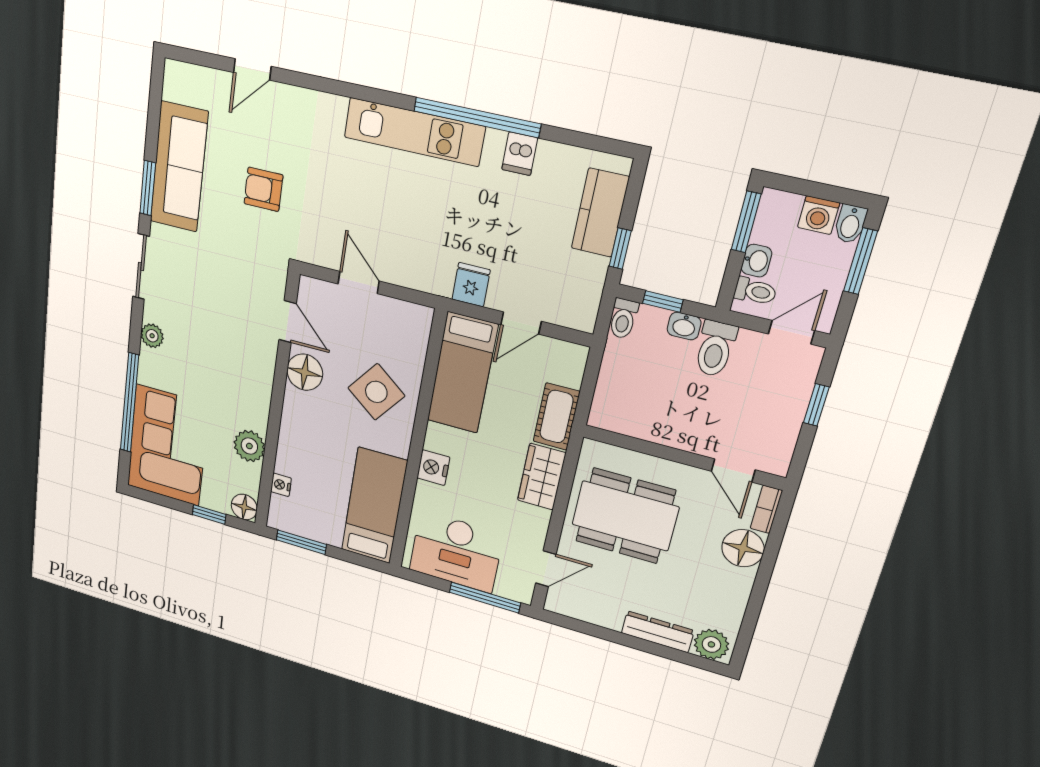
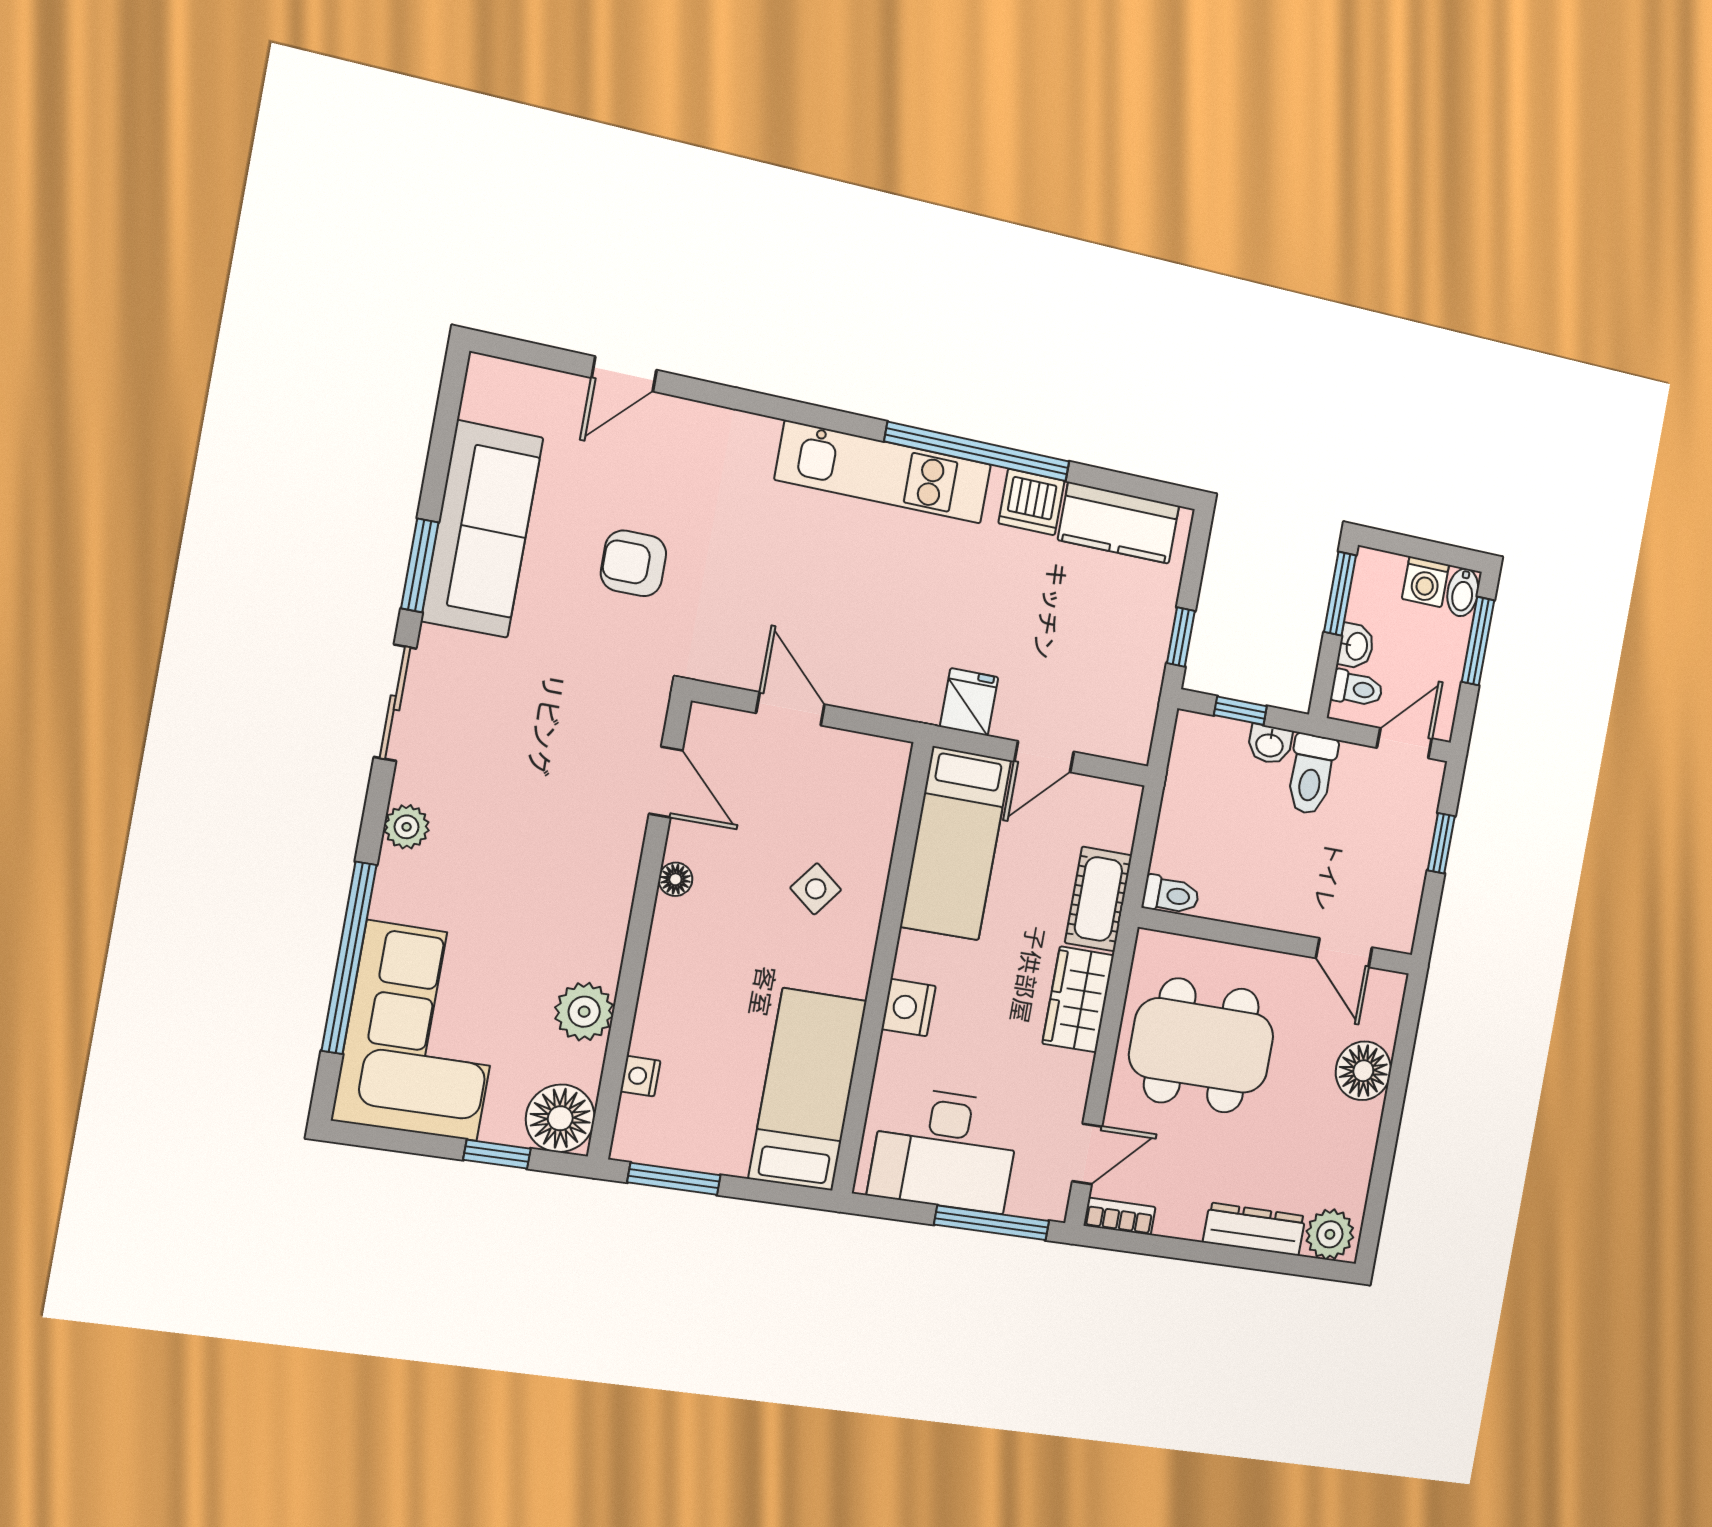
dishwasher: (520, 154) -> (1031, 502), width x1.38
kitchen counter: (600, 213) -> (1119, 523), moved, turned -90
toilet: (623, 319) -> (1171, 895), moved, turned -90
floor lamp: (305, 372) -> (675, 879), width x0.53, depth x0.53
side table: (376, 392) -> (816, 889), width x0.54, depth x0.54
floor lamp: (244, 507) -> (560, 1118), width x1.38, depth x1.38
bookcase: (766, 509) -> (1120, 1216), moved, turned 90

